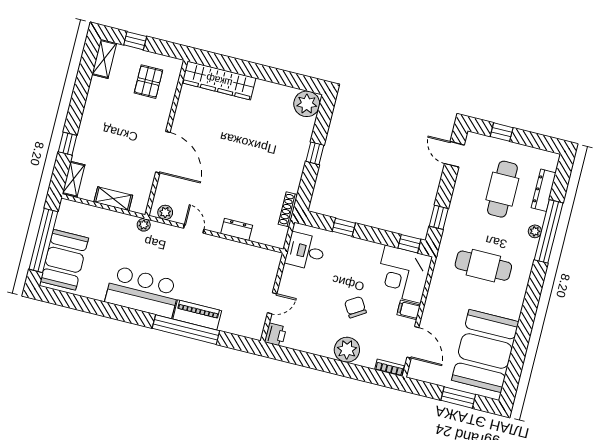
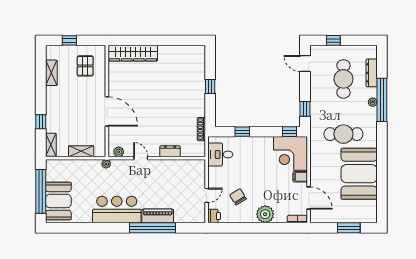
shelving: (104, 59) -> (51, 73), moved
plant: (307, 104) -> (196, 54), removed
chair: (355, 307) -> (238, 197), moved
booth: (485, 351) -> (359, 174), moved

